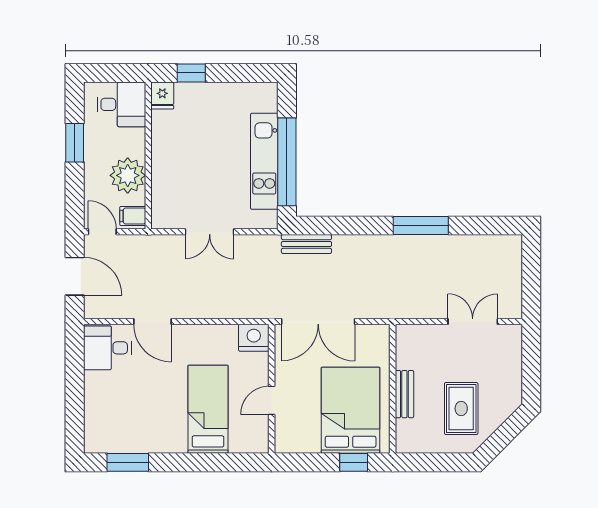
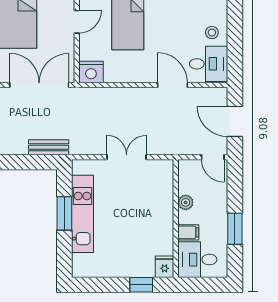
window: (287, 162) -> (64, 213), width x0.47
plant: (128, 175) -> (186, 202), width x0.53, depth x0.53
filing cabinet: (133, 216) -> (188, 232), moved
stool: (103, 387) -> (212, 33), added

